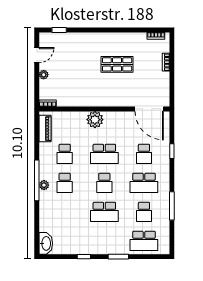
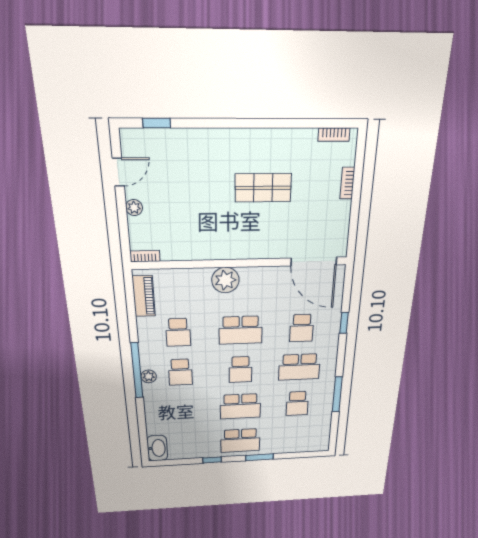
school desk: (144, 241) -> (240, 441), moved

